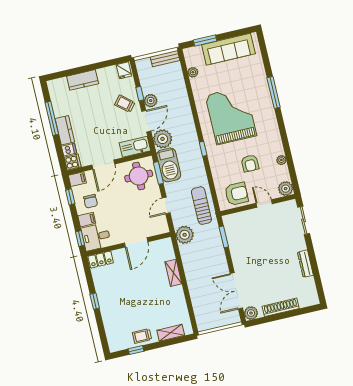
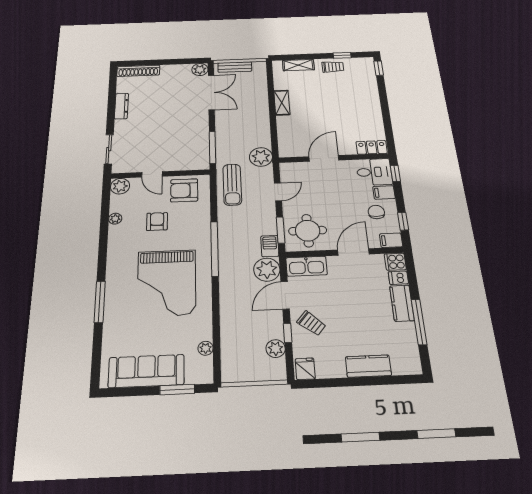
bench: (165, 59) -> (235, 67), moved
plant: (151, 101) -> (276, 349), moved
window: (203, 149) -> (215, 249), width x3.17
barbecue: (169, 165) -> (270, 246), width x0.53, depth x0.65
window: (224, 237) -> (212, 147), width x1.44
shelving: (173, 273) -> (282, 103), moved
window: (95, 301) -> (379, 68), moved
shoe rack: (281, 307) -> (138, 71), moved

